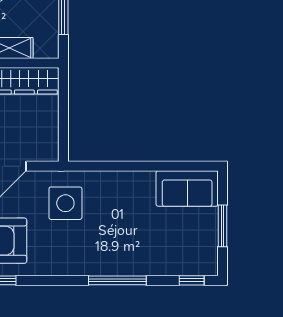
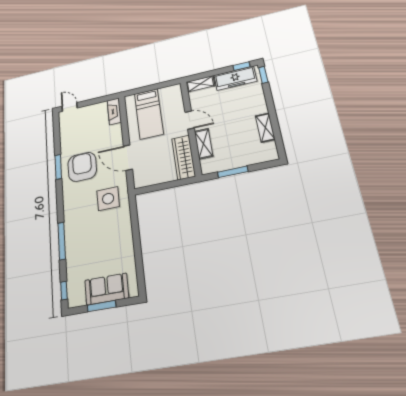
sofa: (187, 188) -> (107, 289), moved, turned 90

